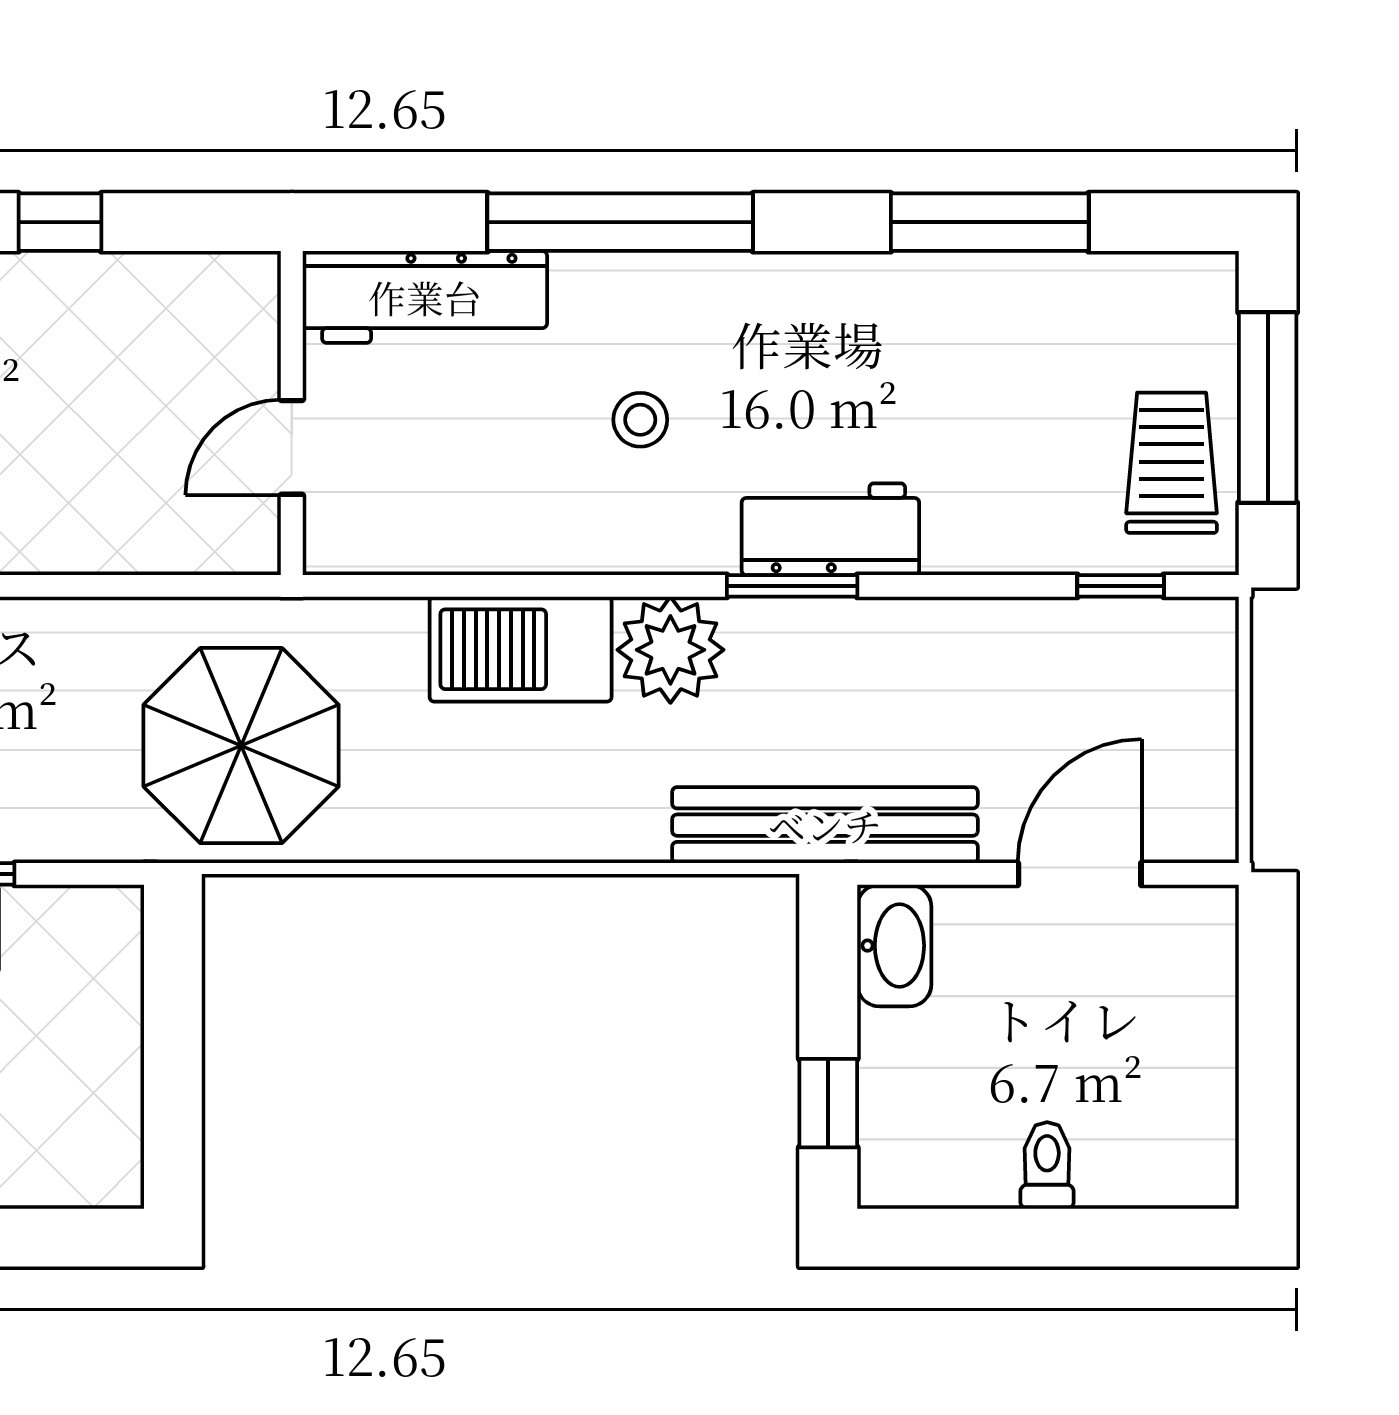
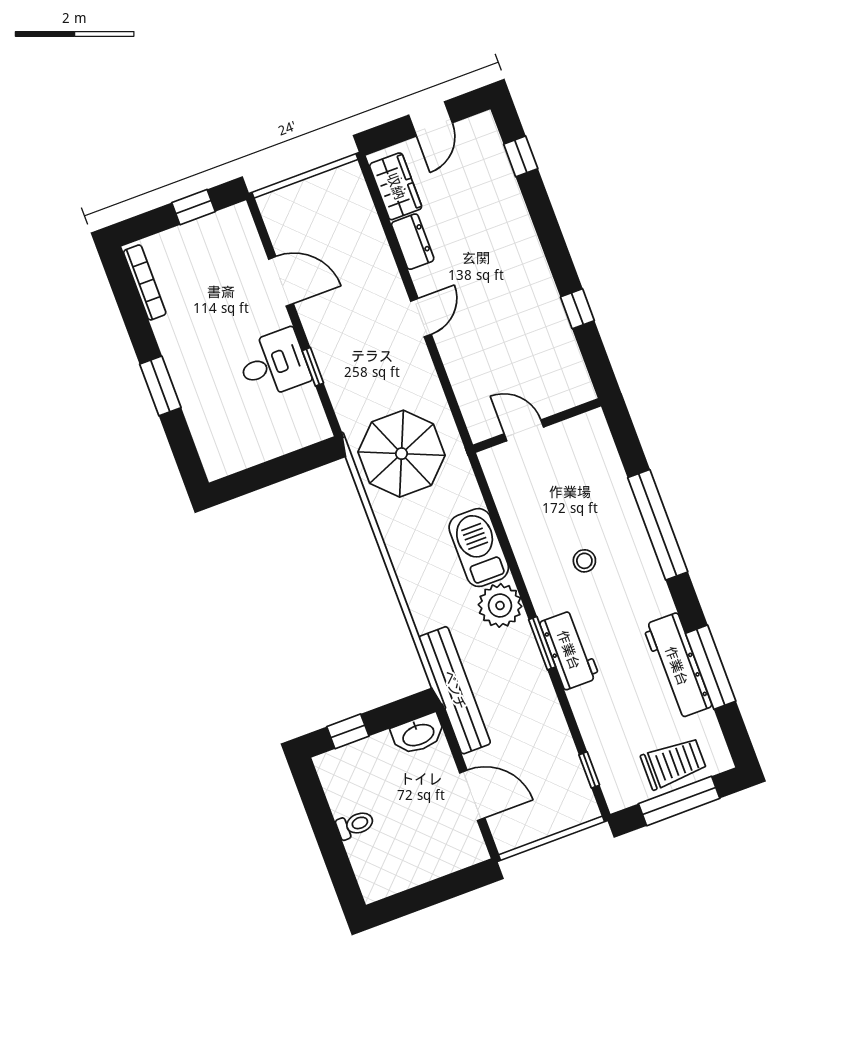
workbench: (425, 297) -> (677, 666), moved
trolley: (1172, 463) -> (674, 763), moved

